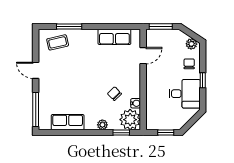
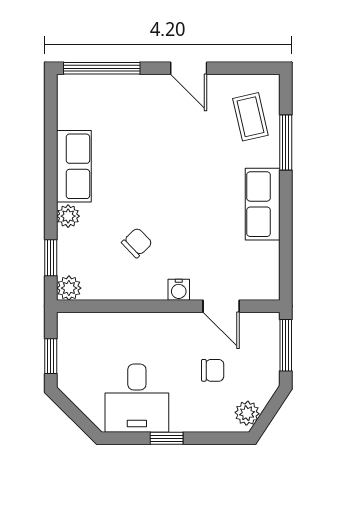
row of seats: (114, 37) -> (263, 204), moved
chair: (189, 64) -> (213, 370), moved
door: (36, 70) -> (189, 68), swing flipped
water cooler: (136, 103) -> (179, 290), moved
plant: (130, 120) -> (69, 288), width x0.53, depth x0.53
row of seats: (68, 122) -> (74, 166), moved

